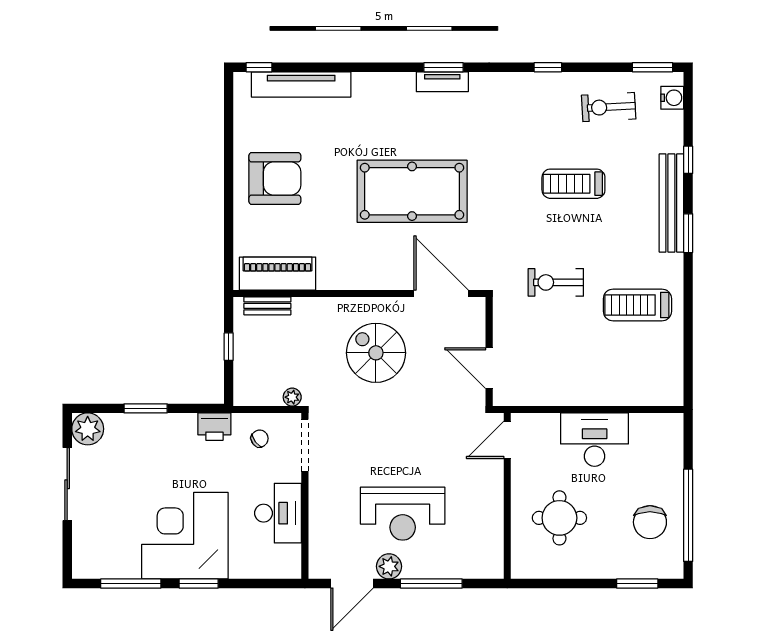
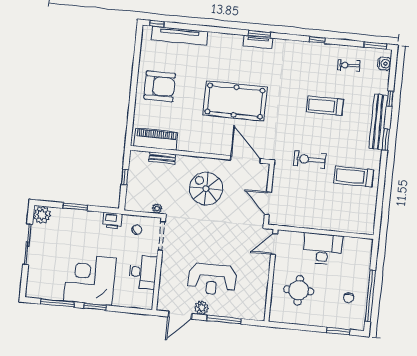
exercise bike: (609, 107) -> (349, 65), width x0.73, depth x0.72
bench: (267, 306) -> (162, 158), moved
chair: (650, 522) -> (349, 298), width x0.54, depth x0.54

